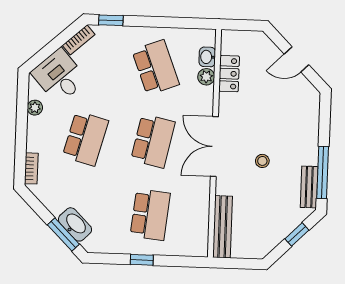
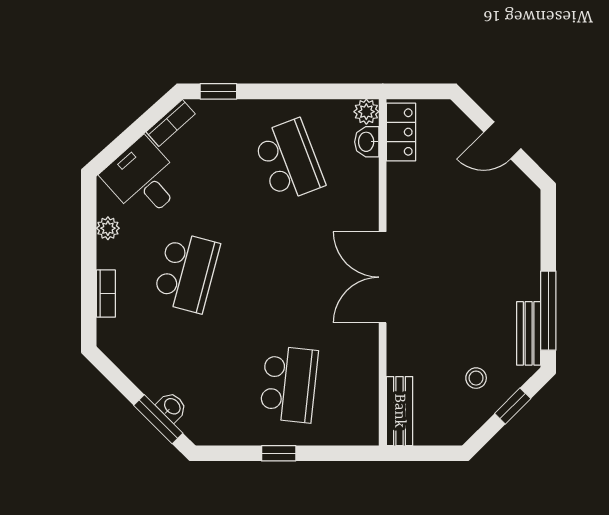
locker: (229, 74) -> (401, 132), moved
plant: (206, 77) -> (366, 112), moved
school desk: (153, 141) -> (289, 272), removed
stool: (262, 161) -> (476, 378), moved
bookcase: (31, 168) -> (106, 294), moved
washbasin: (75, 224) -> (172, 407), width x0.52, depth x0.69
bench: (223, 227) -> (399, 411), width x0.73

